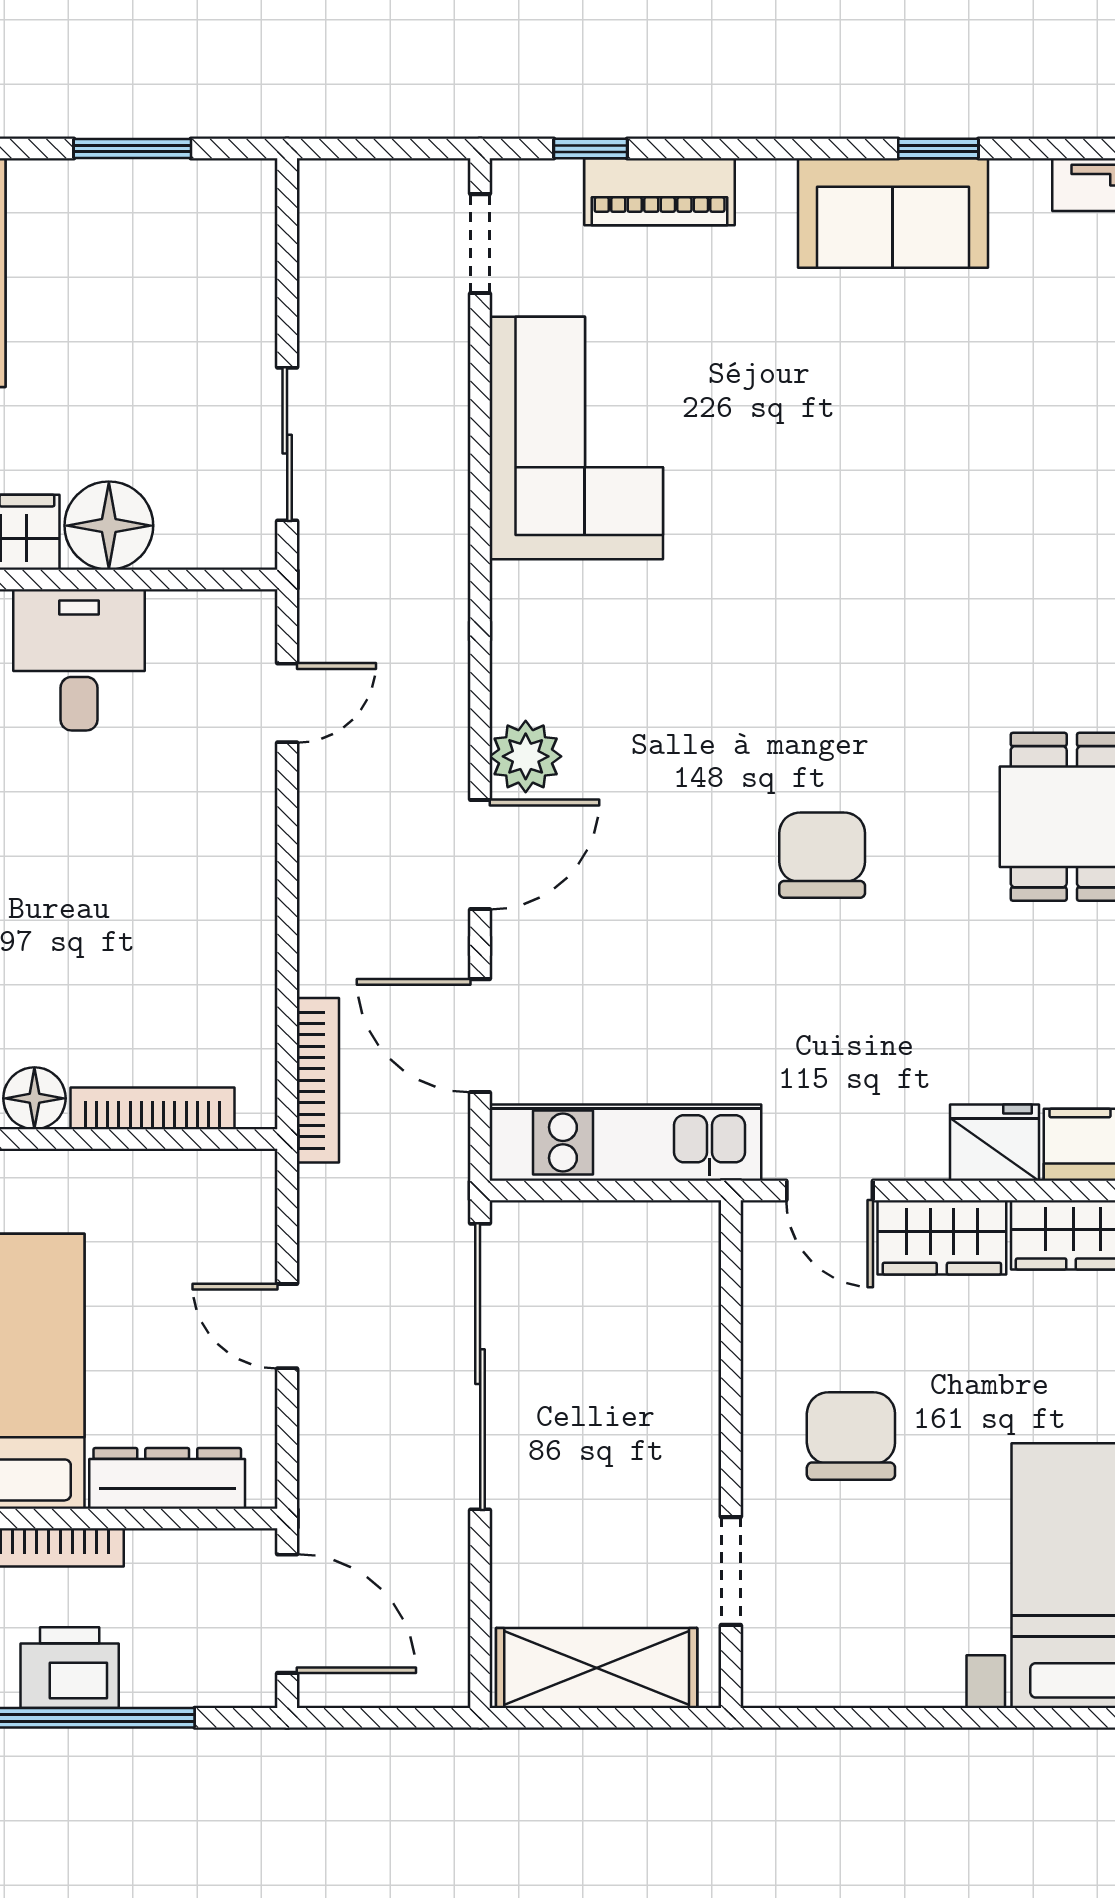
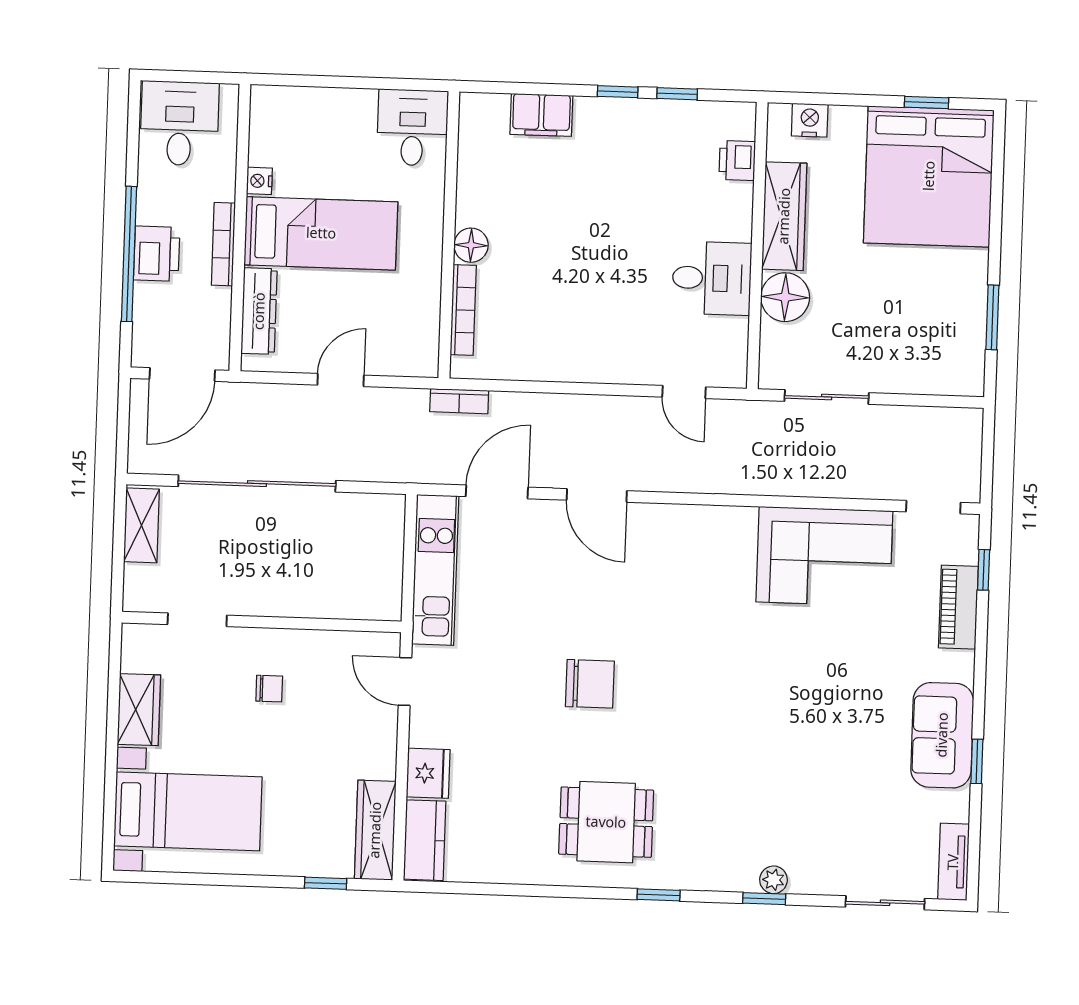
plant: (526, 756) -> (650, 522), removed
bookcase: (318, 1080) -> (459, 401), width x0.64
door: (830, 1190) -> (405, 682), hinge flipped
wardrobe: (942, 1237) -> (139, 710), moved, turned 180
sliding door: (480, 1367) -> (257, 484), moved
chair: (851, 1436) -> (269, 689), width x0.54, depth x0.54
shelving: (597, 1668) -> (141, 525), width x0.67, depth x0.75

